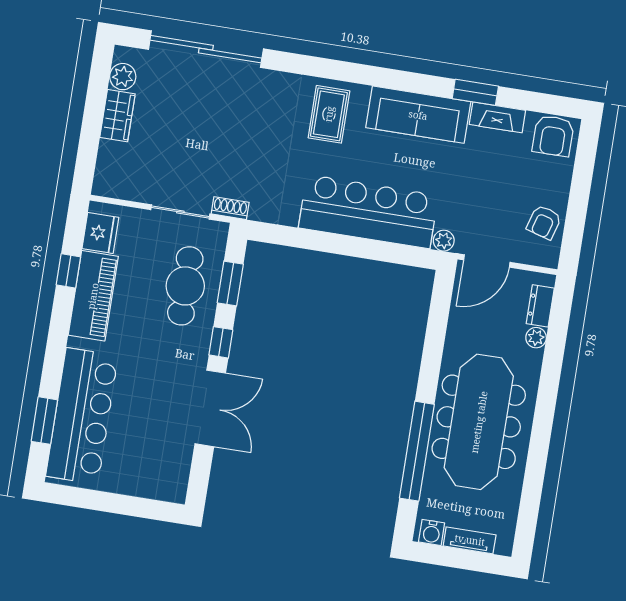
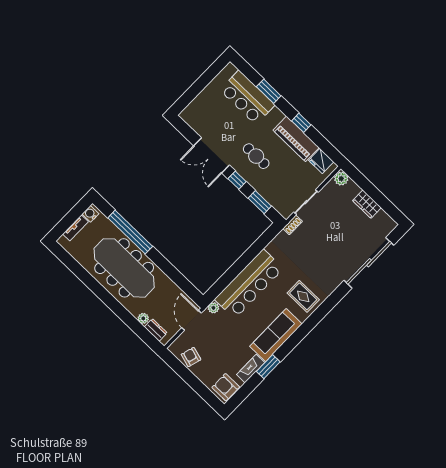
plant: (123, 77) -> (341, 179), moved
window: (68, 271) -> (301, 123), moved
cafe table: (185, 286) -> (256, 156), moved, width x0.73, depth x0.74
bar counter: (82, 416) -> (247, 97), width x0.73
window: (44, 421) -> (269, 91), moved

